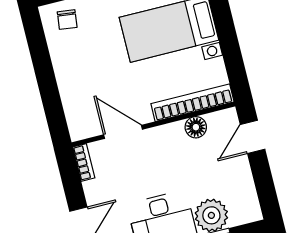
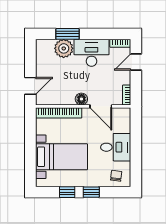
desk: (80, 68) -> (116, 147), added
floor lamp: (196, 127) -> (81, 99), moved

